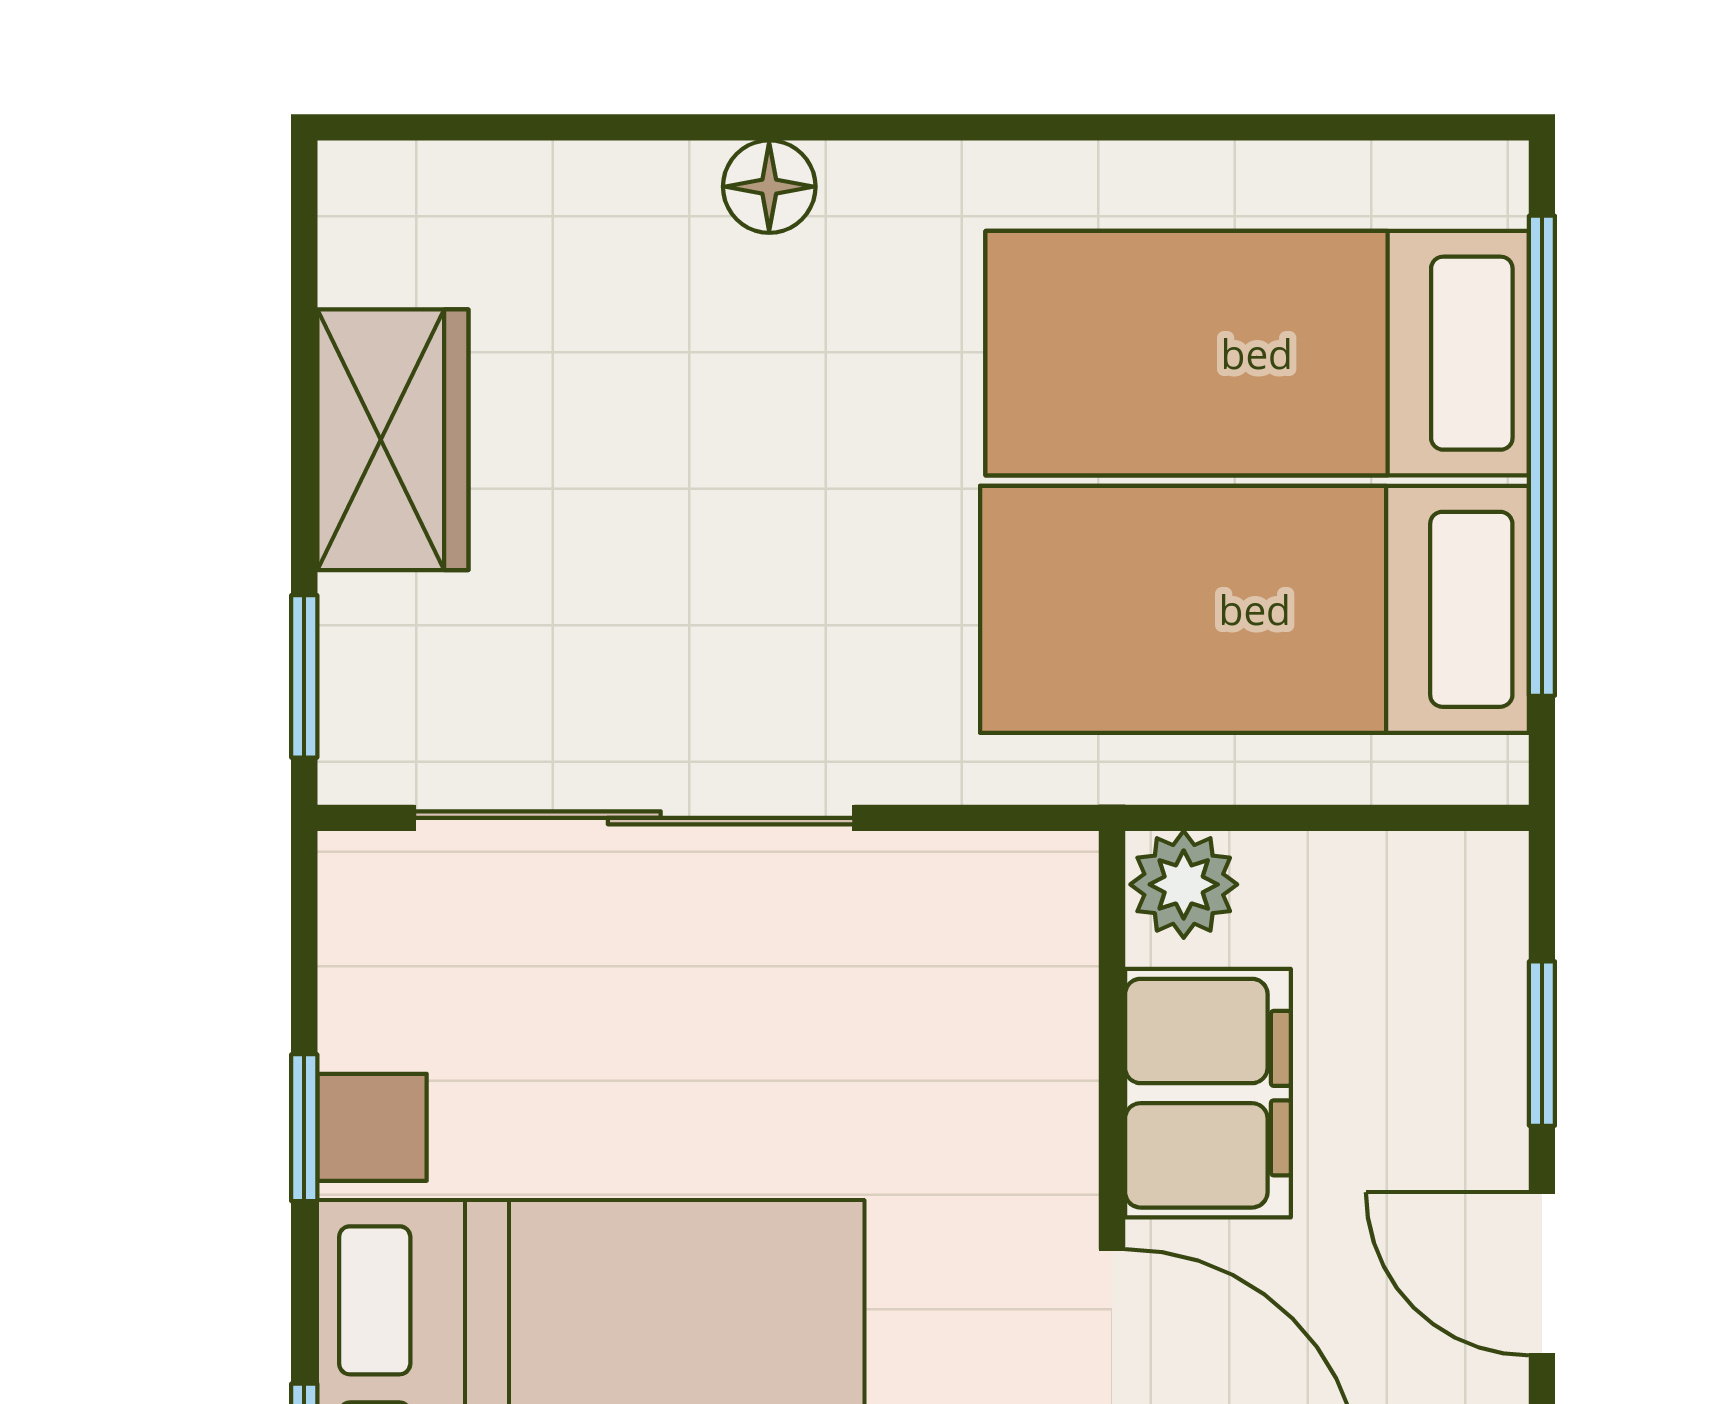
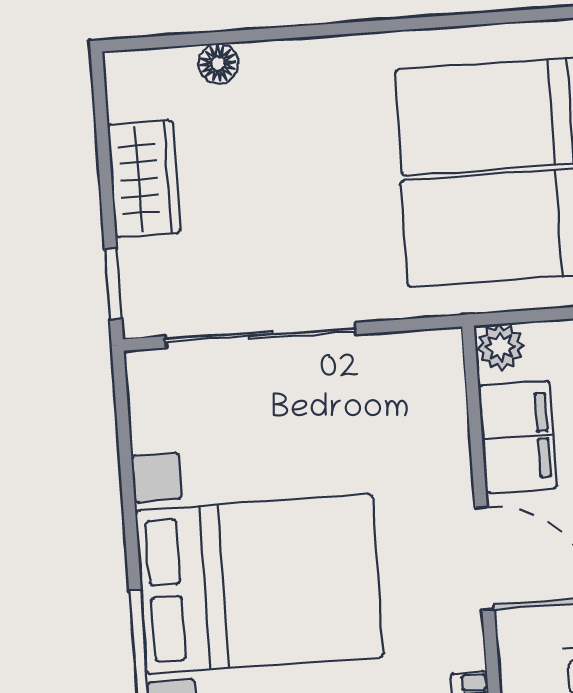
floor lamp: (769, 187) -> (218, 63), moved
window: (304, 1128) -> (127, 480), removed

